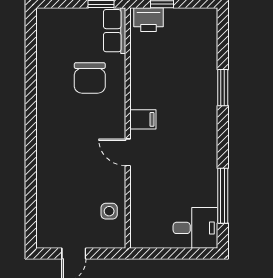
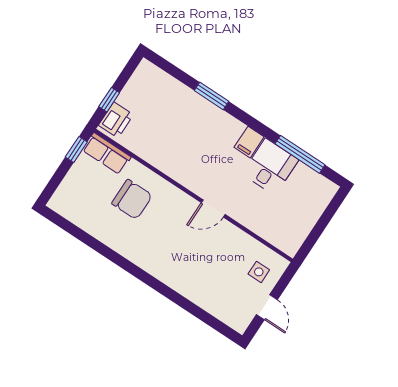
filing cabinet: (143, 119) -> (249, 142), moved, turned 180
side table: (109, 211) -> (259, 272), moved
desk: (195, 228) -> (270, 167), moved

